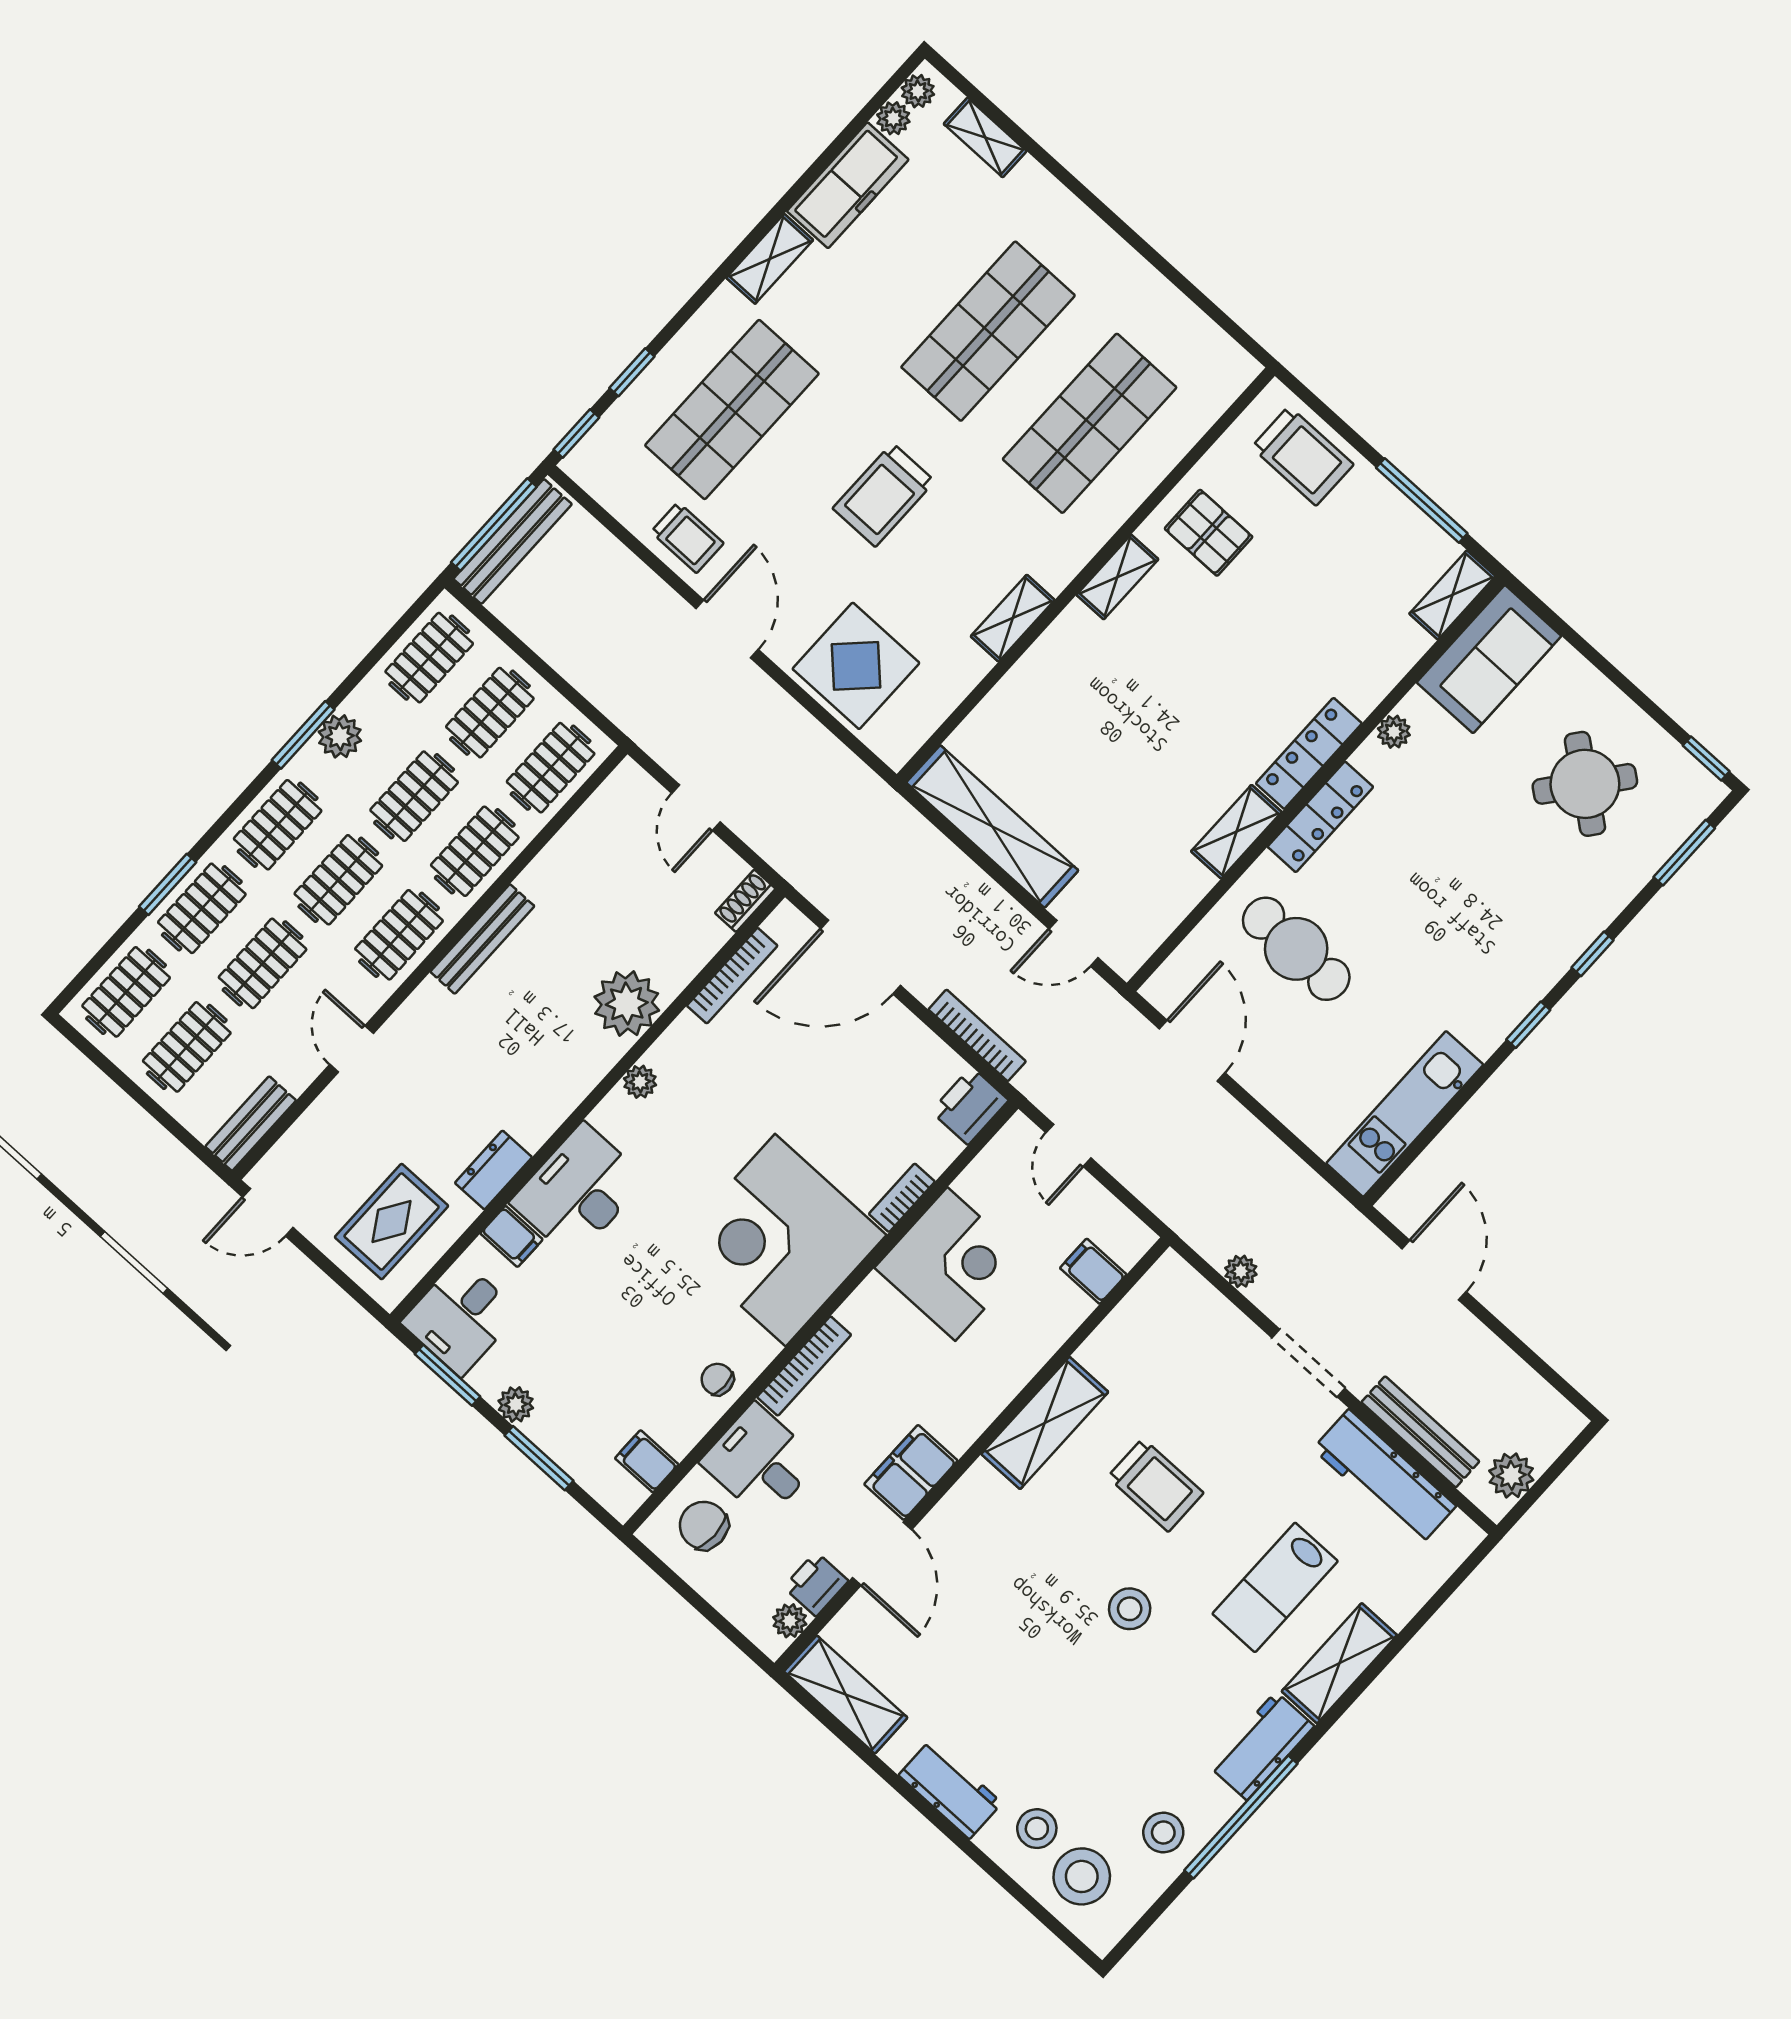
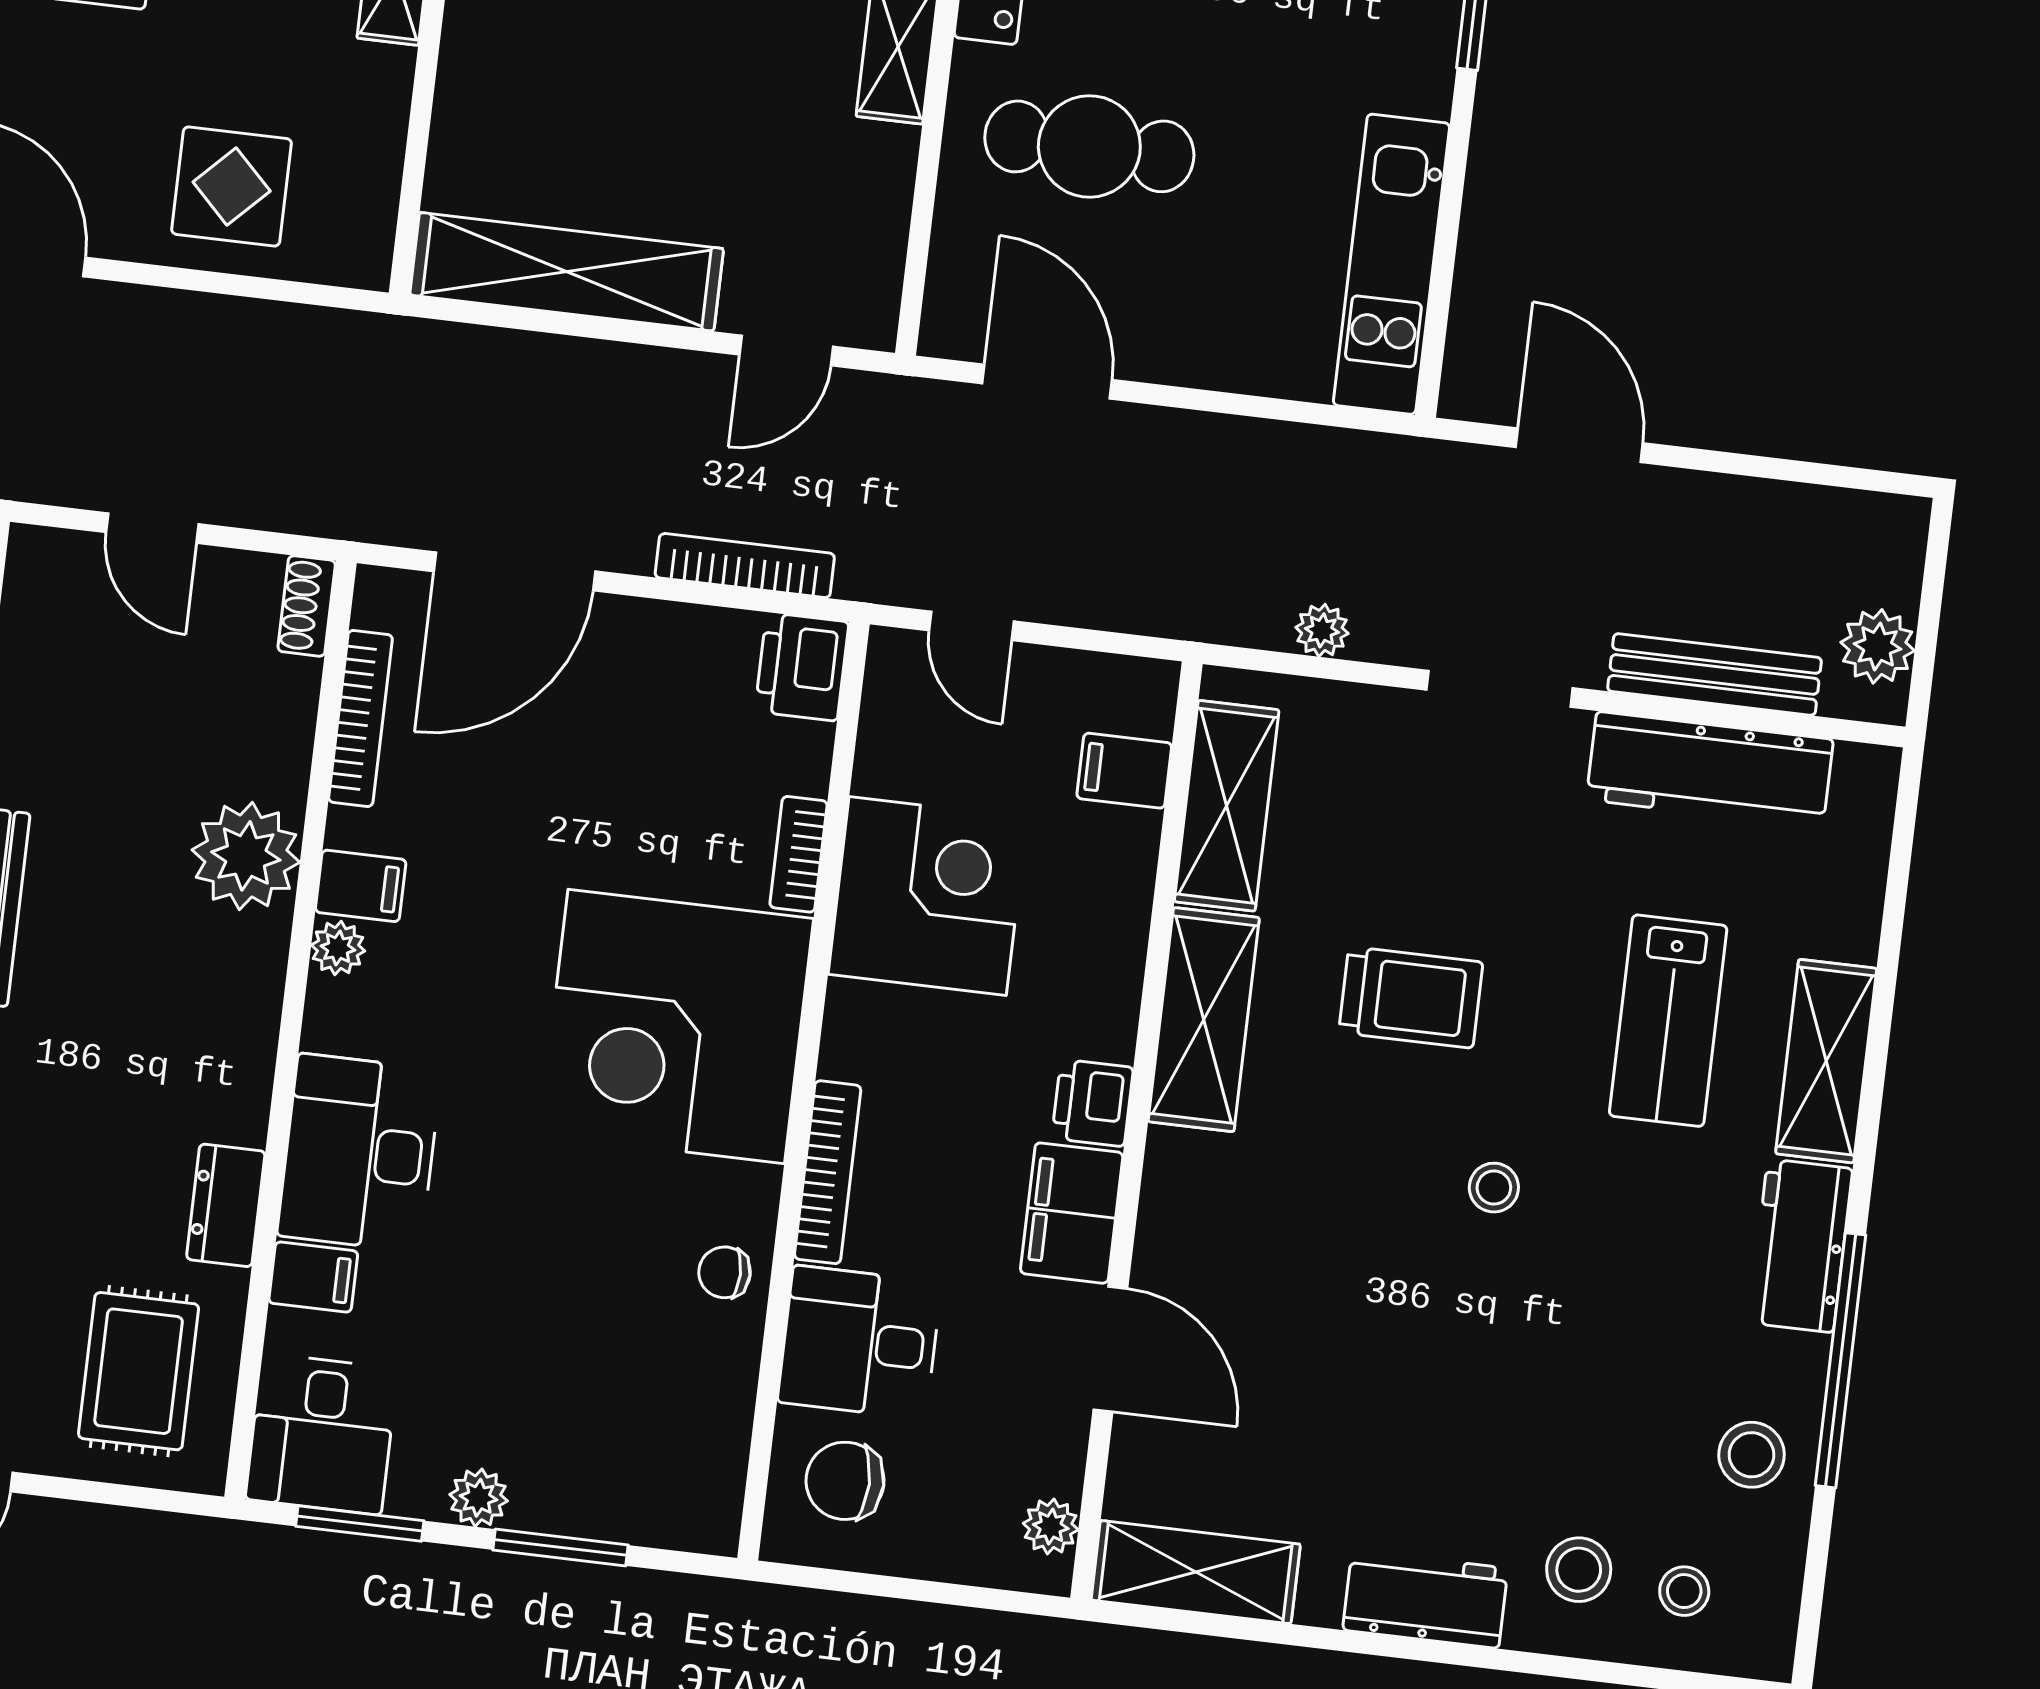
display table: (856, 666) -> (232, 186), width x0.73, depth x0.73
shelving: (1132, 1325) -> (1227, 806), added
filing cabinet: (647, 1461) -> (361, 886), moved, turned 180
printer: (816, 1584) -> (1092, 1103), moved
stool: (1130, 1609) -> (1494, 1188), width x0.73, depth x0.73
stool: (1082, 1876) -> (1684, 1591), width x0.53, depth x0.53

